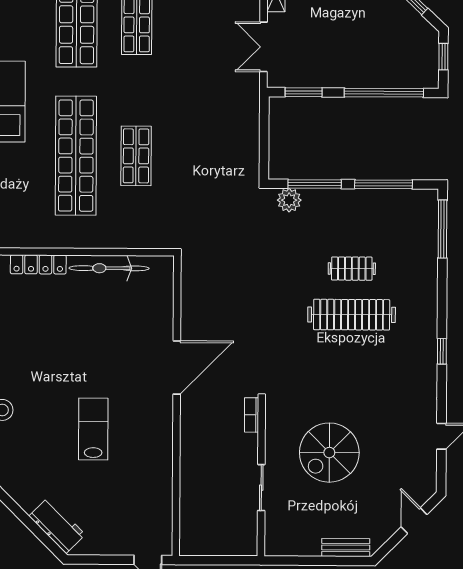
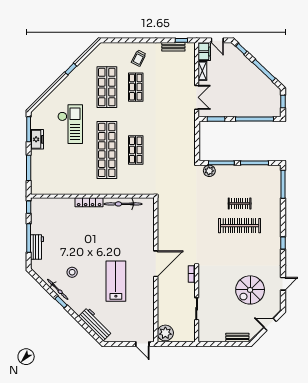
double door: (264, 47) -> (197, 97), swing flipped
door: (177, 368) -> (156, 264), moved
lab bench: (93, 429) -> (116, 281), width x1.36, depth x1.39
spiral stairs: (329, 453) -> (250, 290), moved
door: (414, 521) -> (270, 324), hinge flipped
workbench: (57, 525) -> (95, 324), width x1.38
plant: (196, 538) -> (165, 333), added

